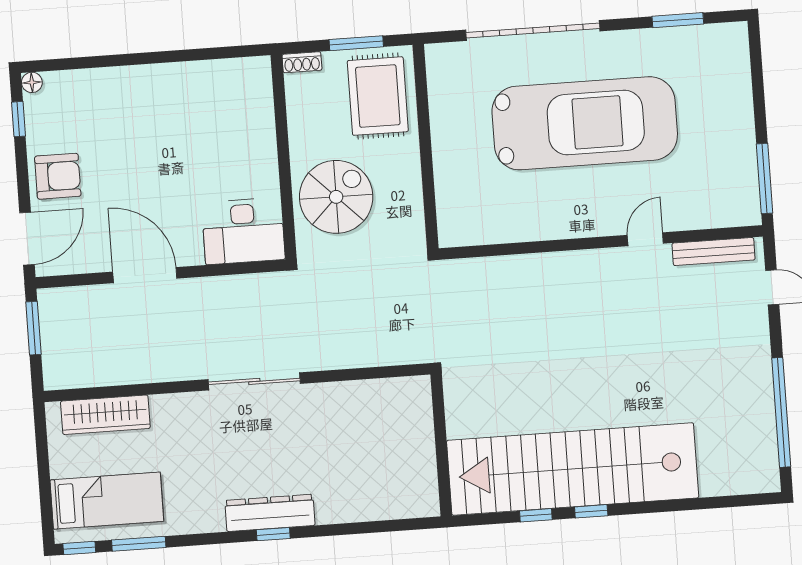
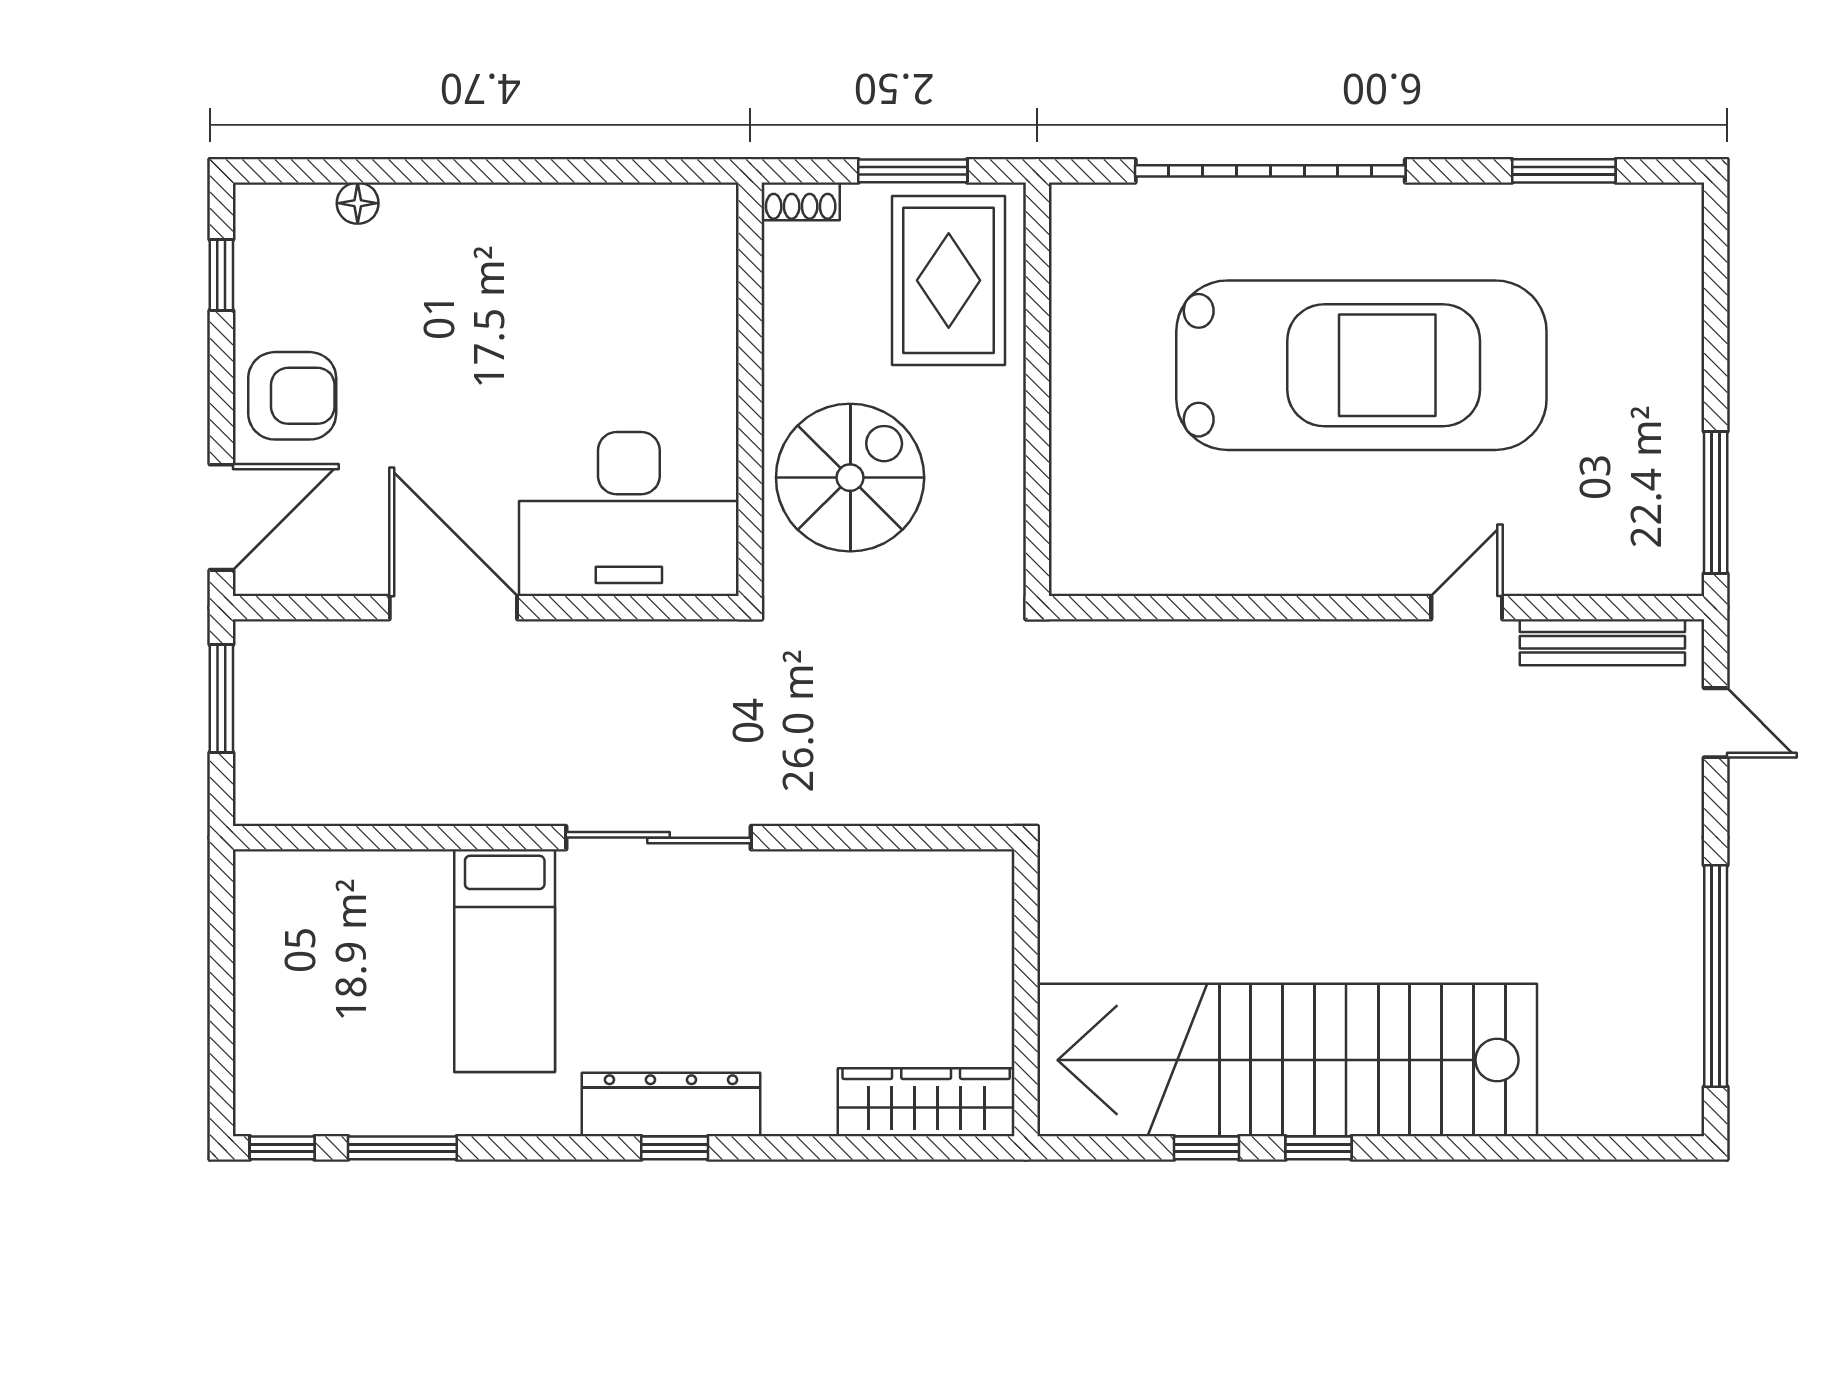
floor lamp: (32, 82) -> (358, 203), moved
desk: (243, 231) -> (629, 514), width x1.36, depth x1.30
wardrobe: (105, 415) -> (926, 1102), moved, turned 180
bed: (107, 501) -> (505, 961), moved, turned 90

